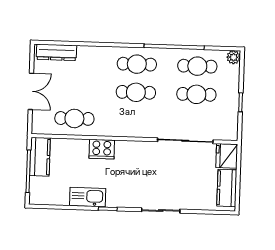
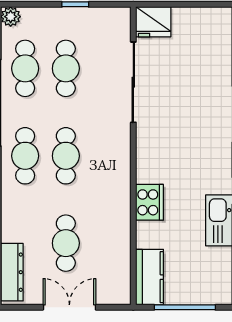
cafe table: (74, 118) -> (66, 243), moved
kitchen counter: (40, 157) -> (150, 277), moved, turned 90
kitchen counter: (227, 188) -> (199, 20), removed

